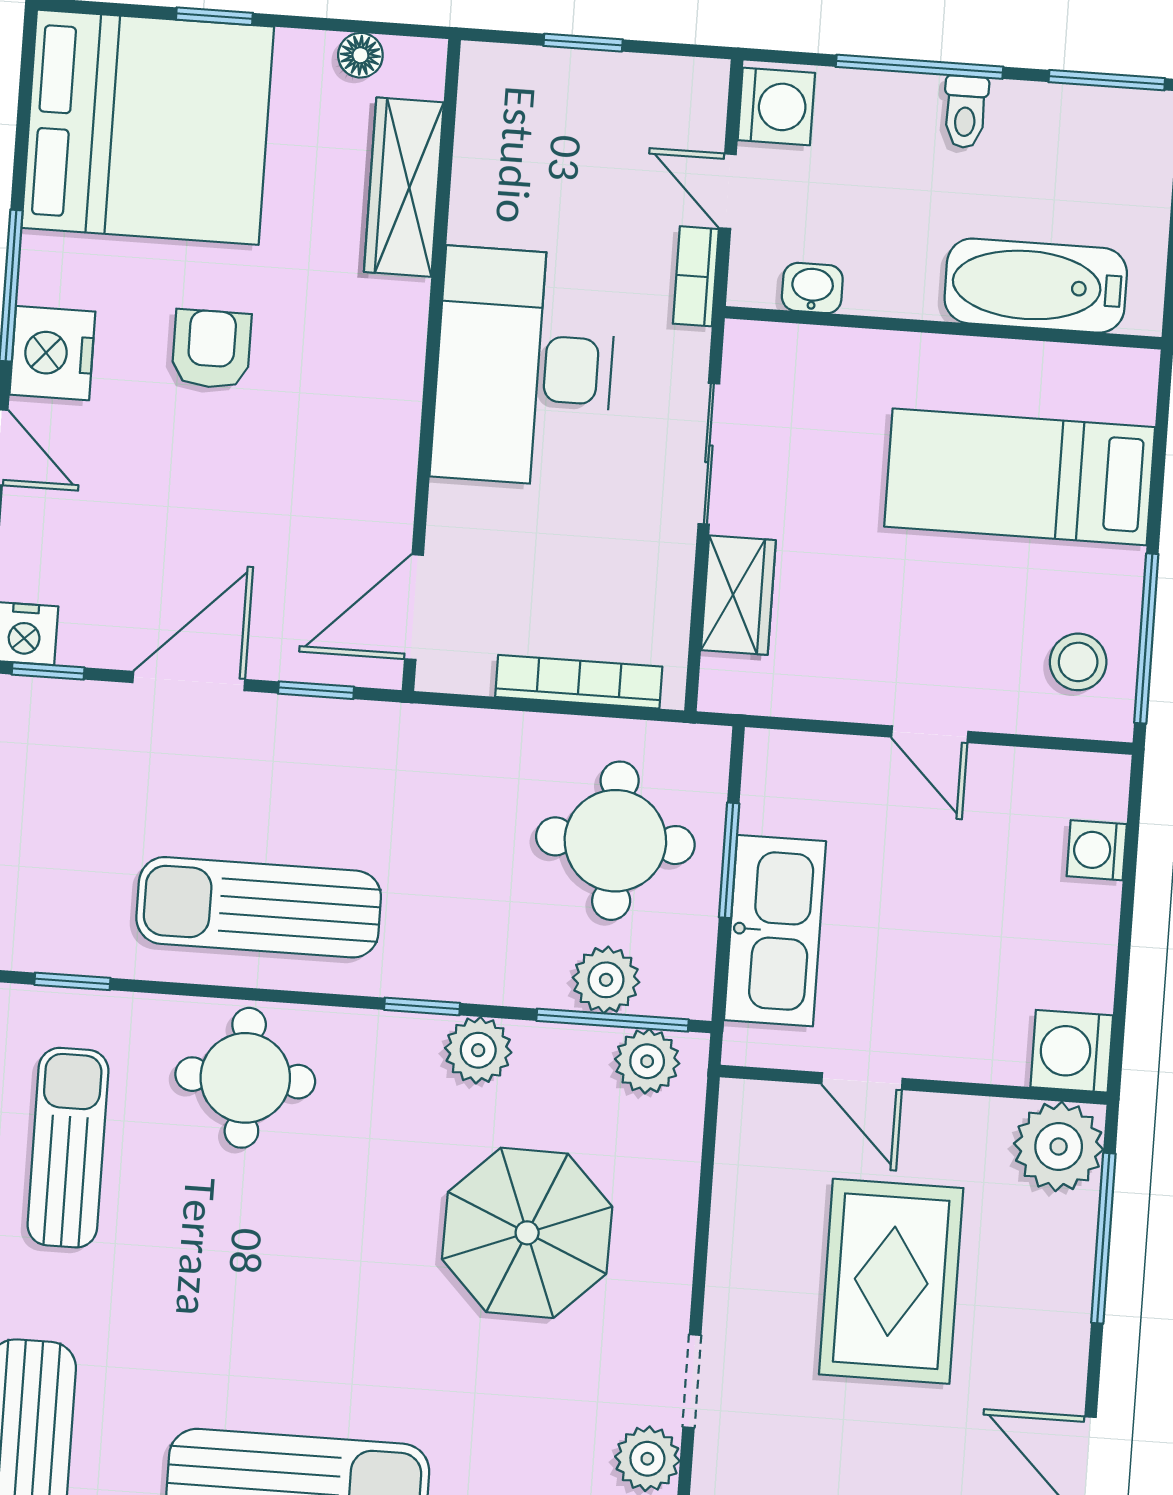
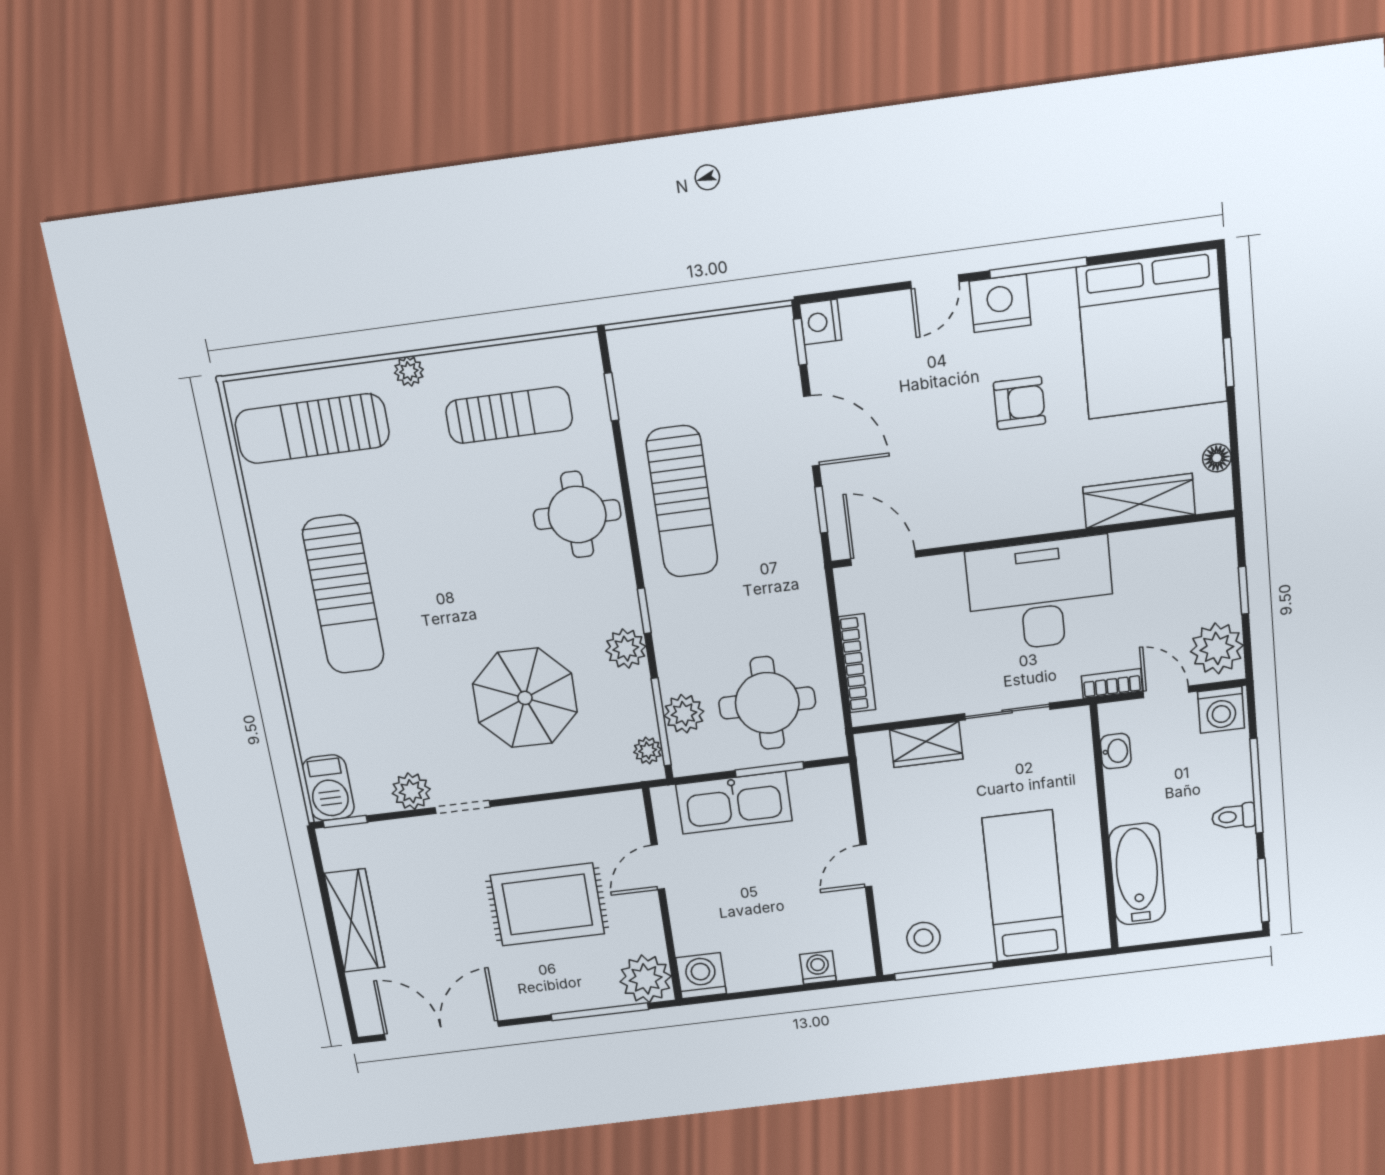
plant: (671, 99) -> (1217, 648), added
door: (728, 191) -> (1166, 692), hinge flipped
sun lounger: (259, 907) -> (682, 502), turned 180
plant: (647, 1061) -> (648, 751), width x0.73, depth x0.73

